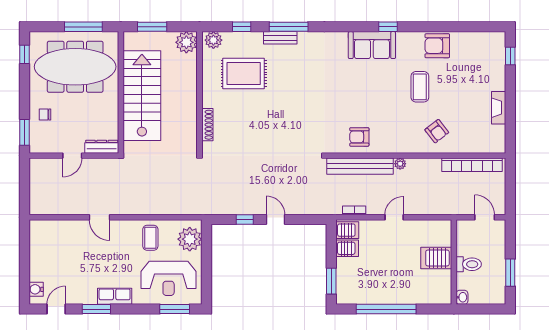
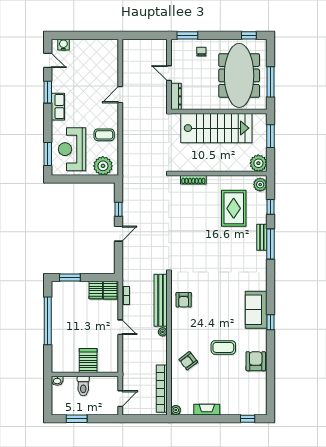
armchair: (359, 137) -> (184, 300), turned 180
plant: (499, 147) -> (176, 410), added

